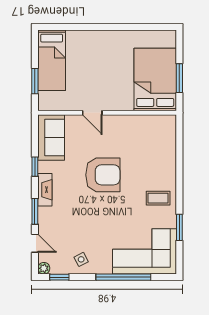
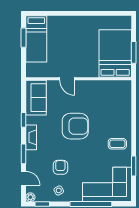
window: (35, 81) -> (24, 38), moved
armchair: (83, 229) -> (60, 167), added

